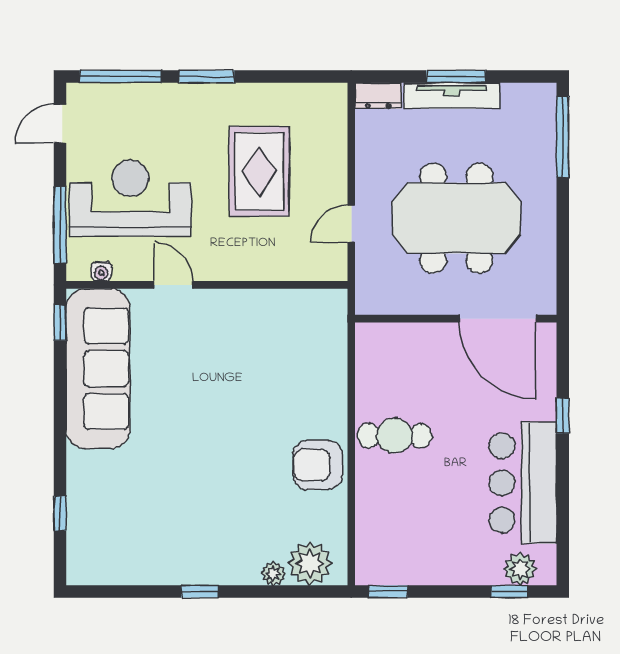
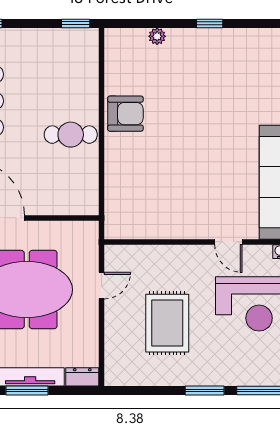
plant: (310, 563) -> (131, 44), removed

